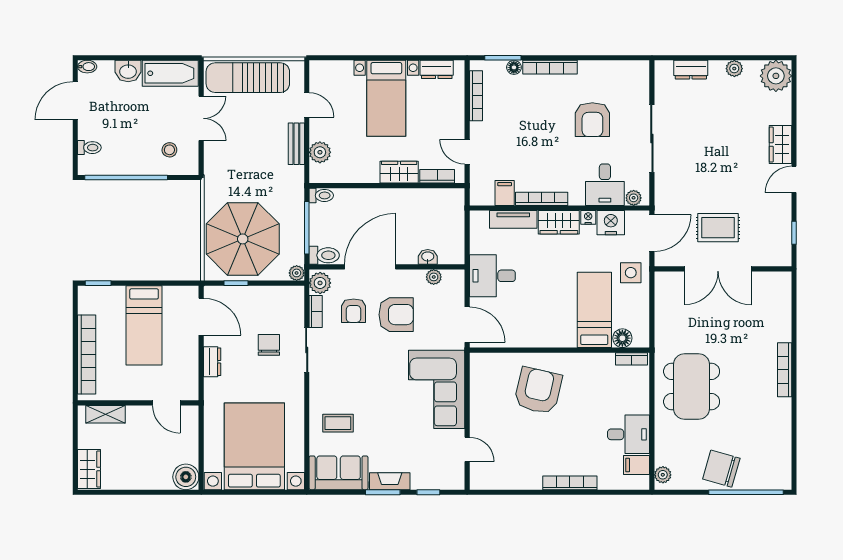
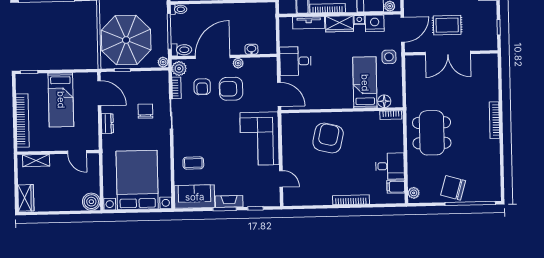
plant: (434, 277) -> (238, 63), moved
armchair: (396, 315) -> (231, 89), turned 180

